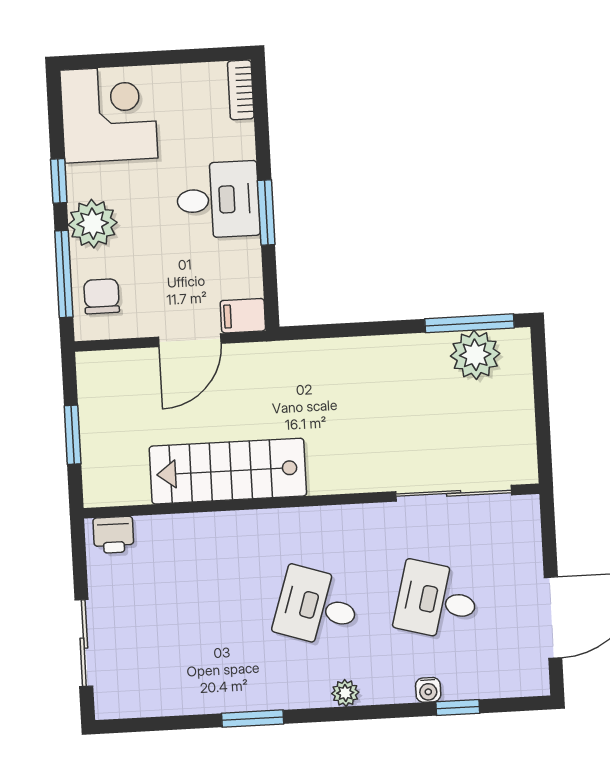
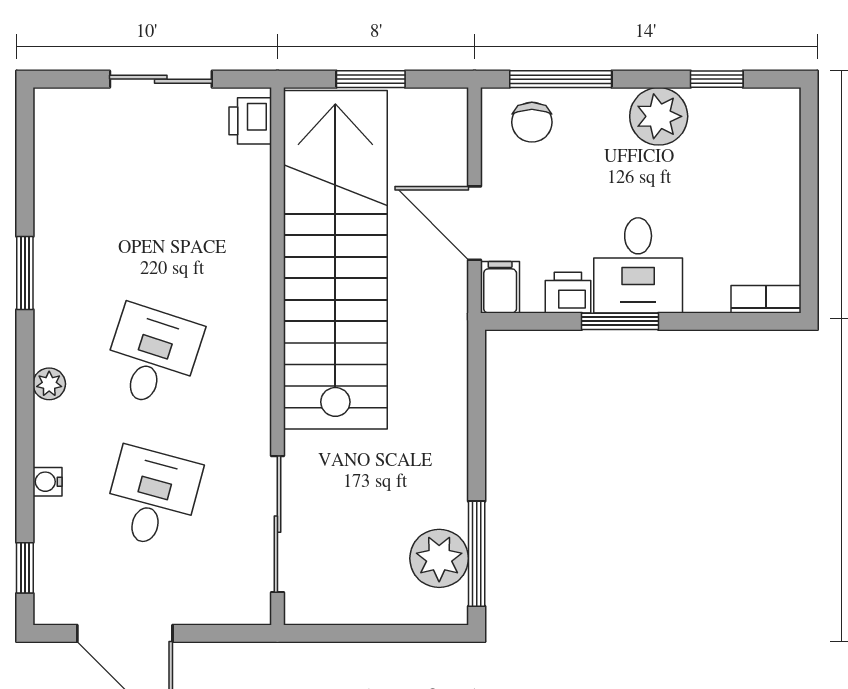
corner desk: (109, 114) -> (746, 142), removed
window: (59, 181) -> (717, 79), moved
plant: (93, 224) -> (659, 116), moved
printer: (244, 258) -> (568, 293), added
chair: (102, 296) -> (532, 122), turned 90
stairs: (228, 471) -> (335, 260), width x1.86, depth x1.51
sliding door: (84, 643) -> (161, 79), moved
window: (458, 707) -> (25, 568), moved

